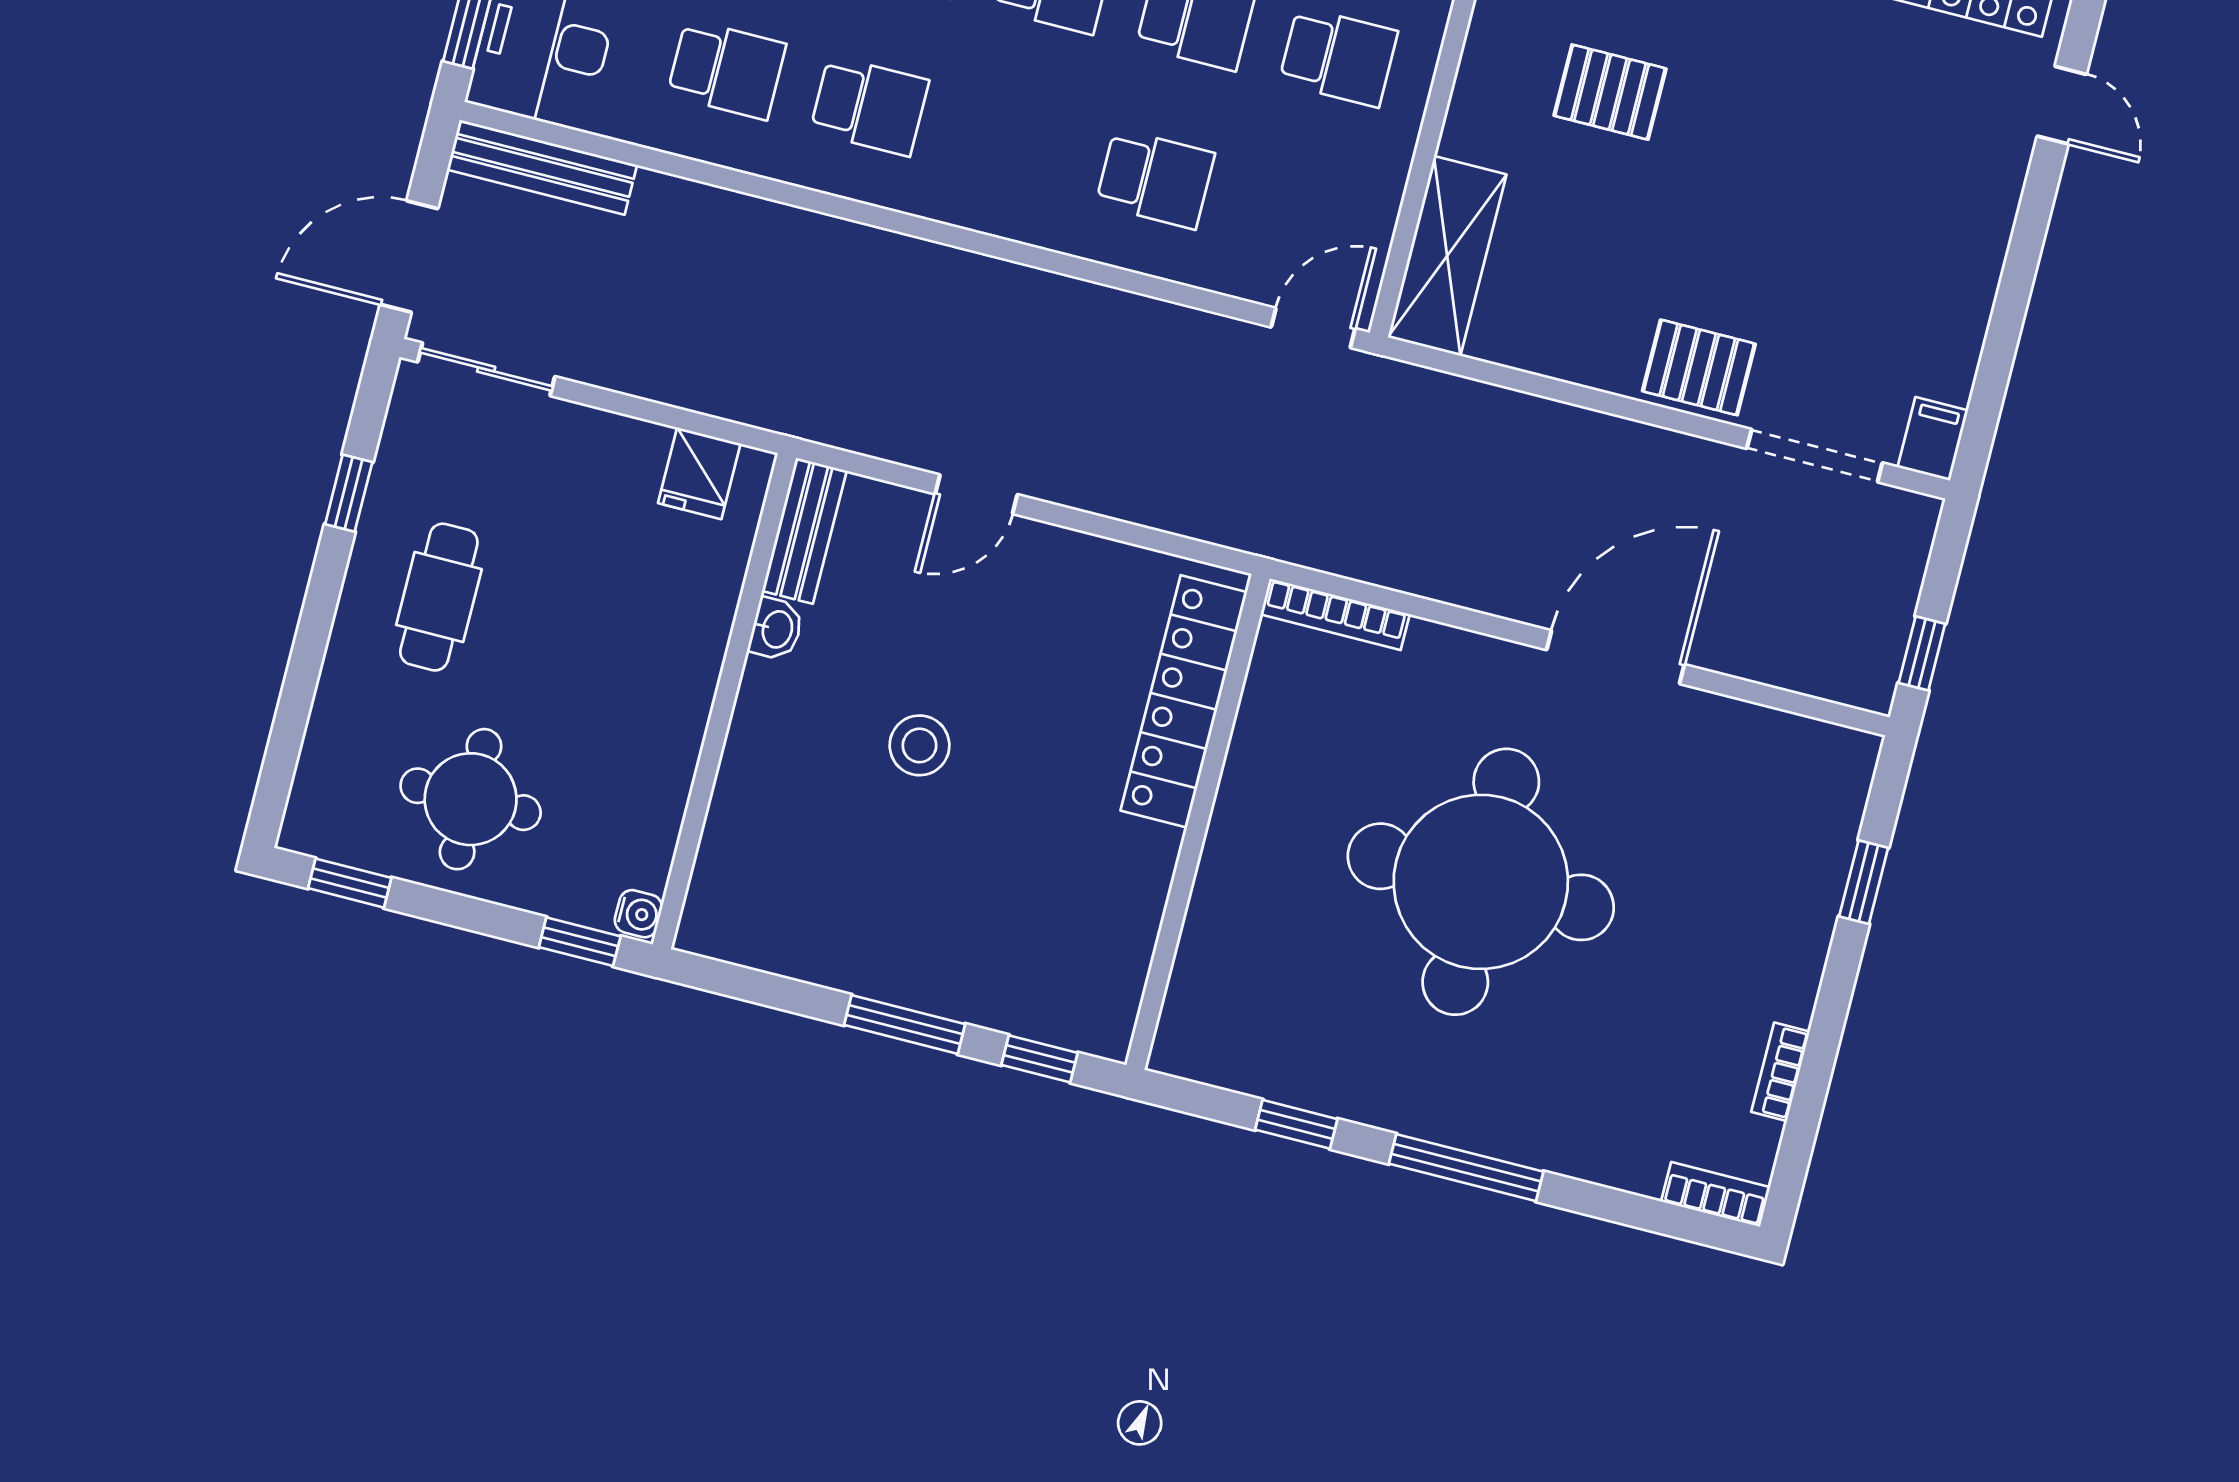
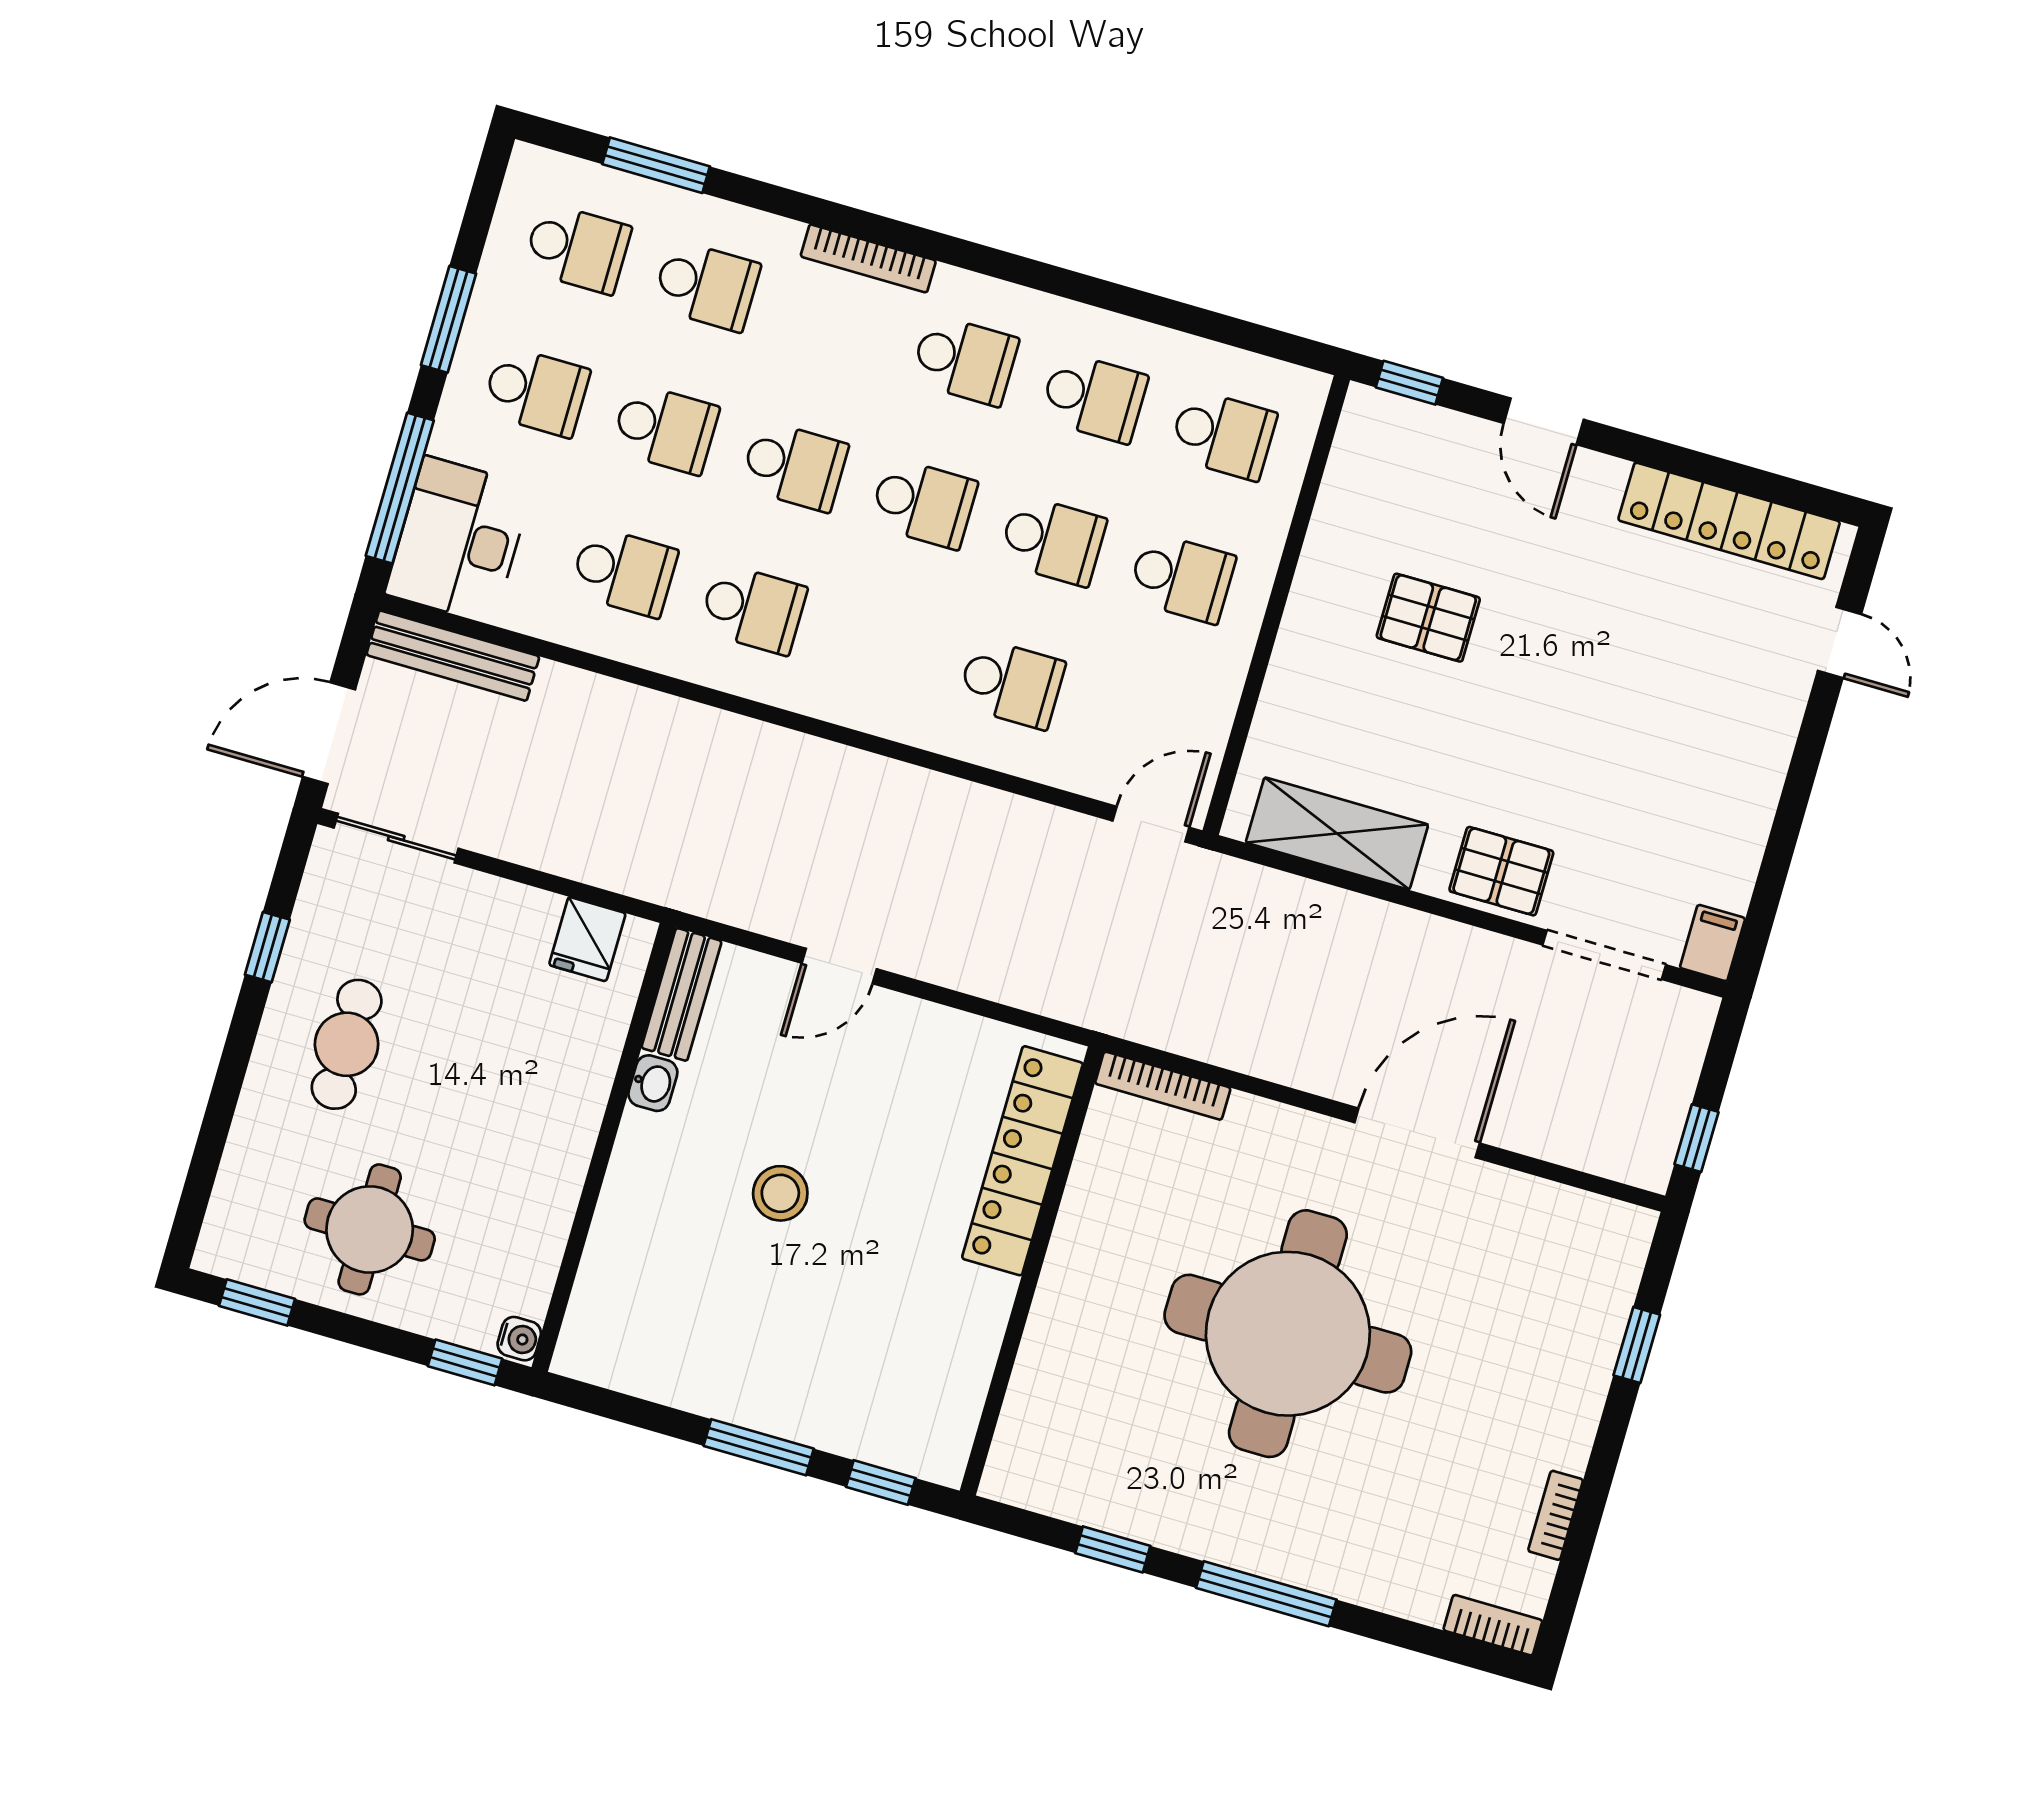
shelving: (1447, 256) -> (1337, 834), moved, turned 90

